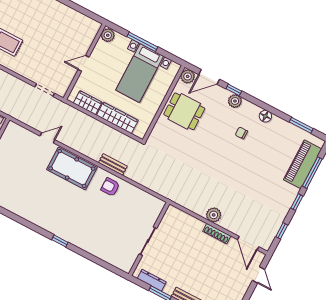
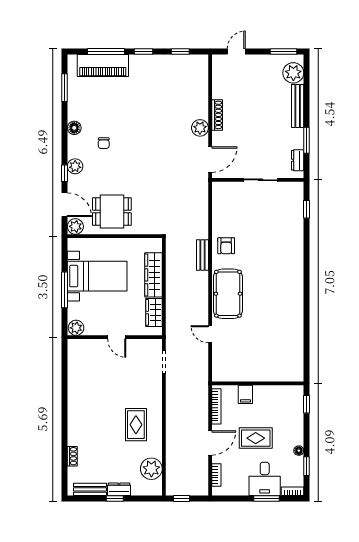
dining table: (184, 111) -> (112, 211), turned 90
window: (60, 241) -> (307, 209), moved
door: (248, 243) -> (210, 160), moved
dresser: (152, 280) -> (298, 160), width x0.70

